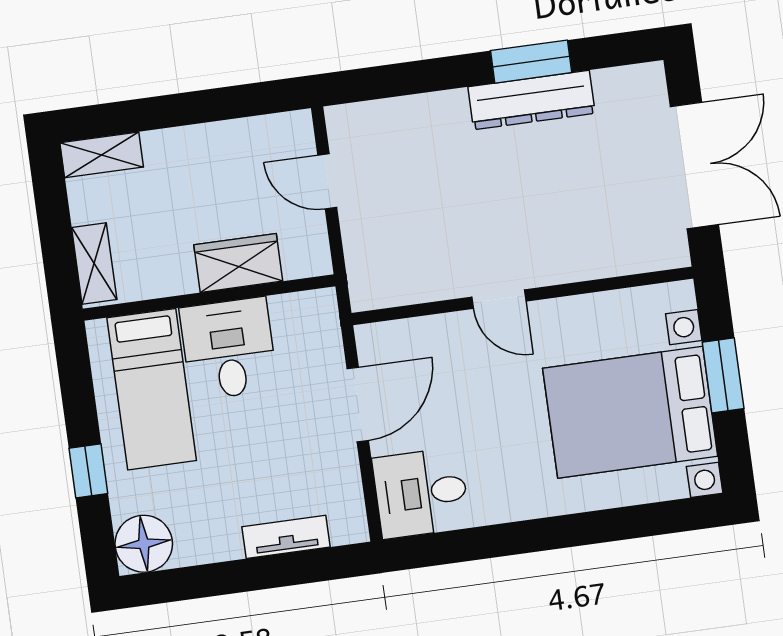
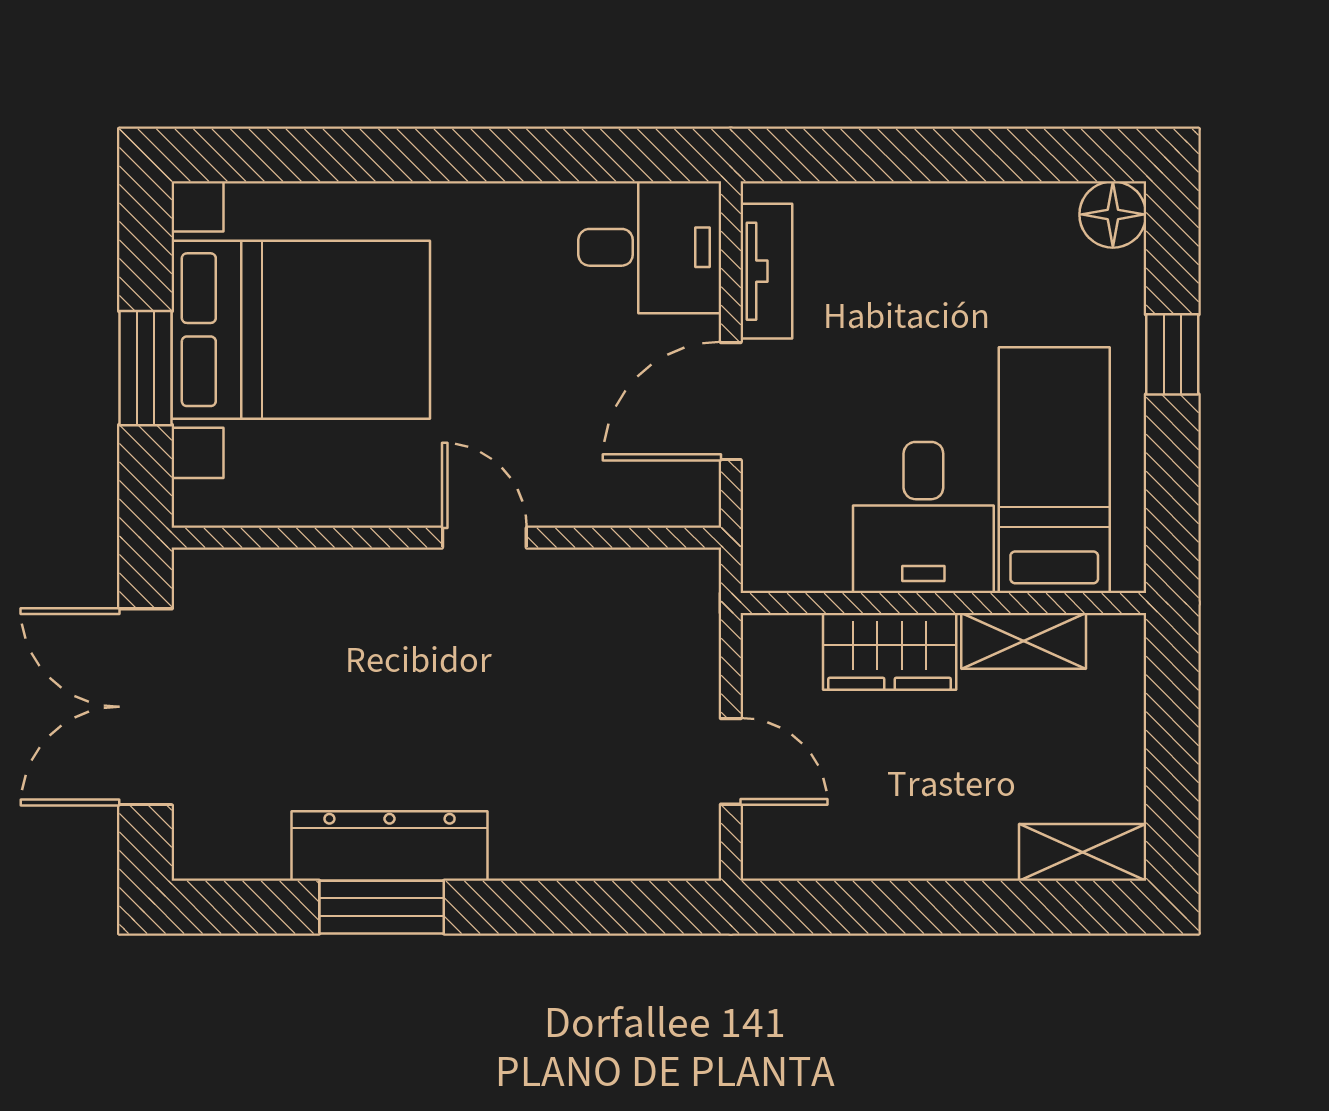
shelving: (94, 263) -> (1024, 641), moved, turned 90
tv unit: (286, 537) -> (766, 271), moved, turned -90
floor lamp: (144, 544) -> (1113, 214), width x0.73, depth x0.73

